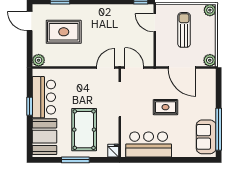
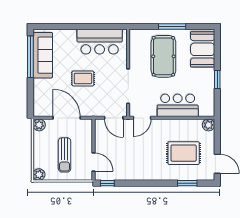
bar counter: (44, 97) -> (178, 105), moved, turned 90
sofa: (206, 137) -> (43, 55), width x1.36
fridge: (113, 151) -> (135, 36), removed

